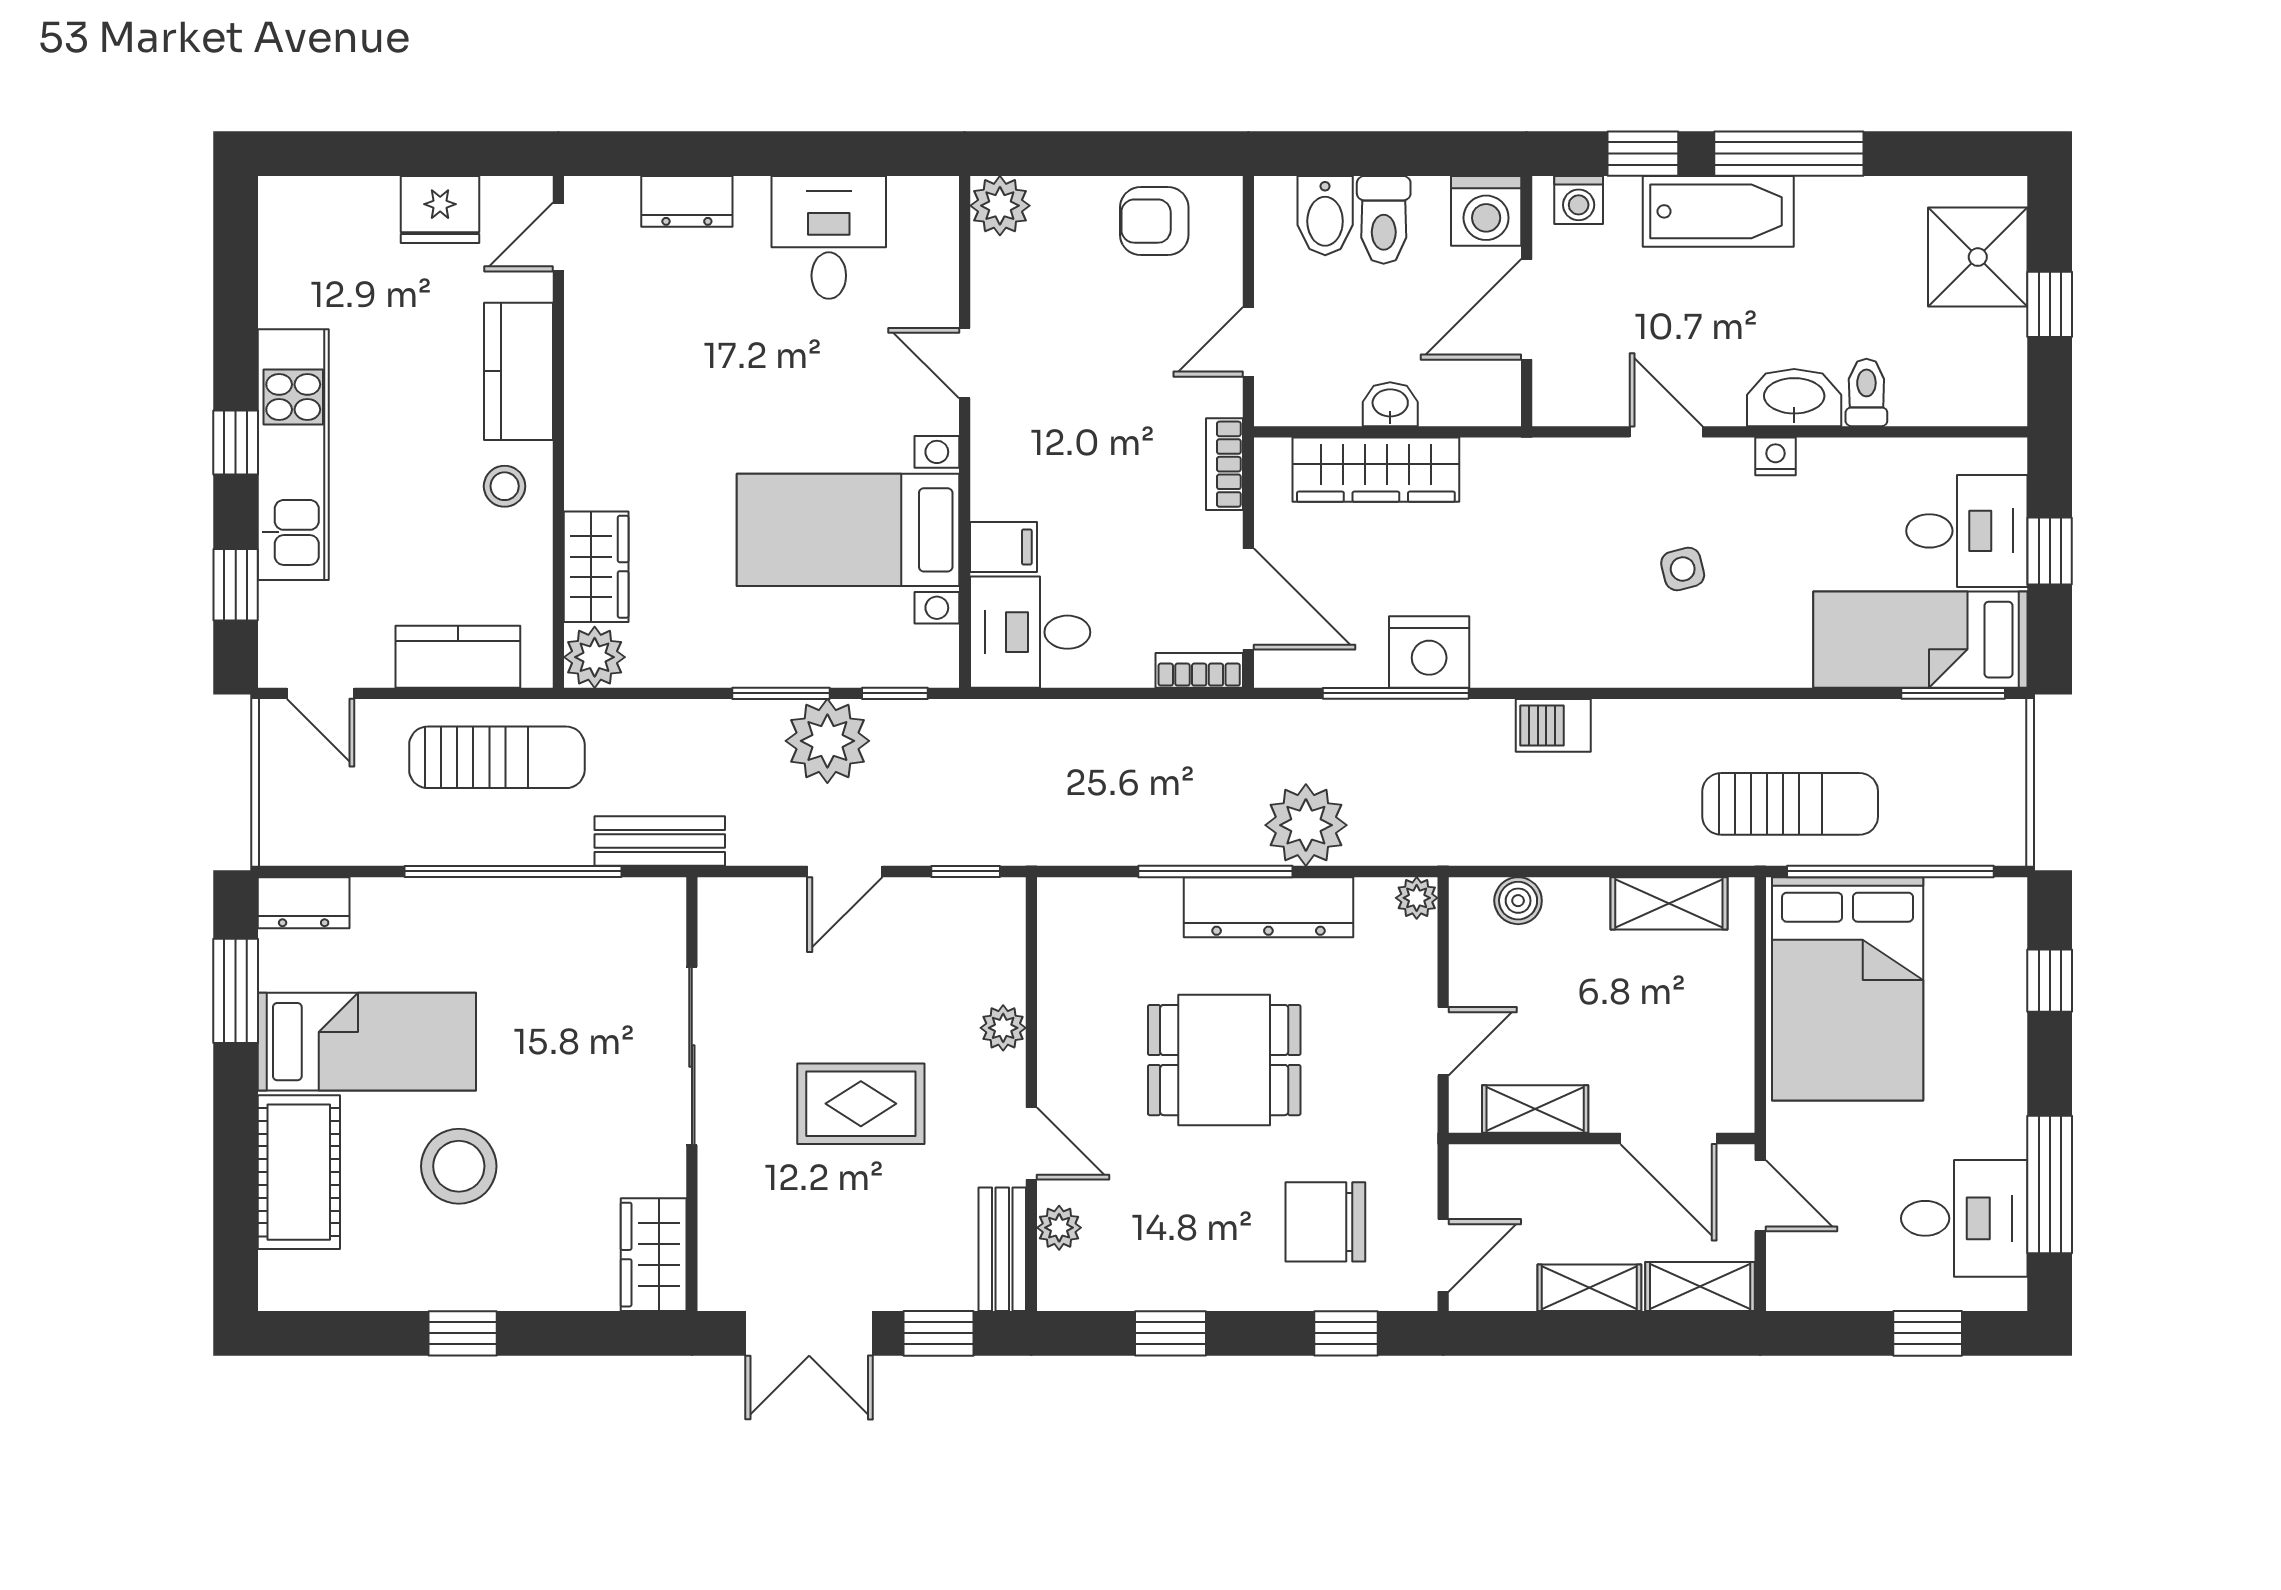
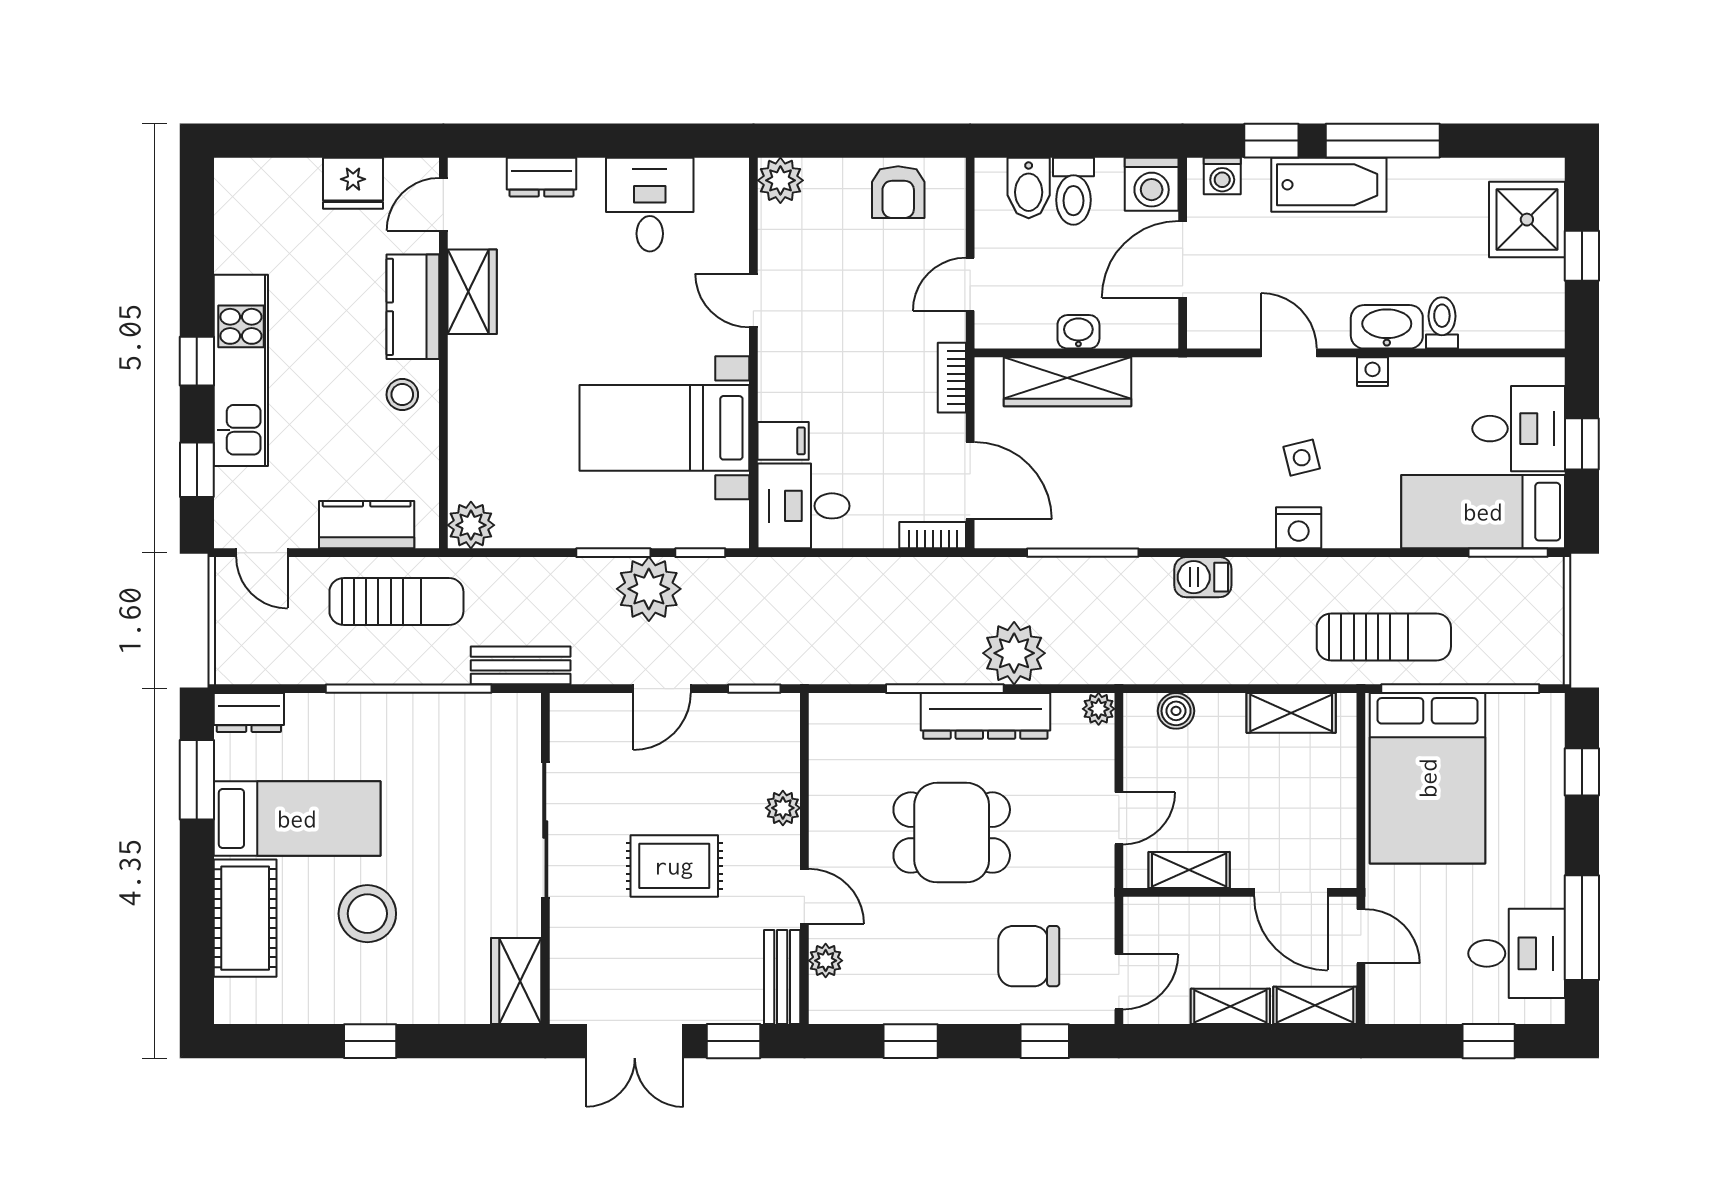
armchair: (1154, 221) -> (898, 192), turned -90
wardrobe: (596, 567) -> (472, 292), moved
nightstand: (1429, 652) -> (1299, 528), moved, width x0.74, depth x0.75

